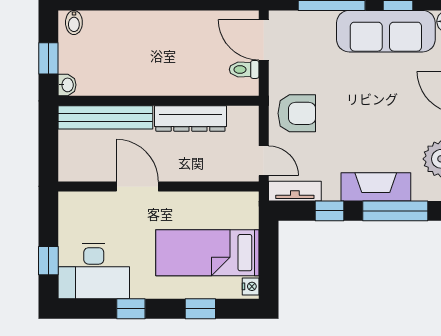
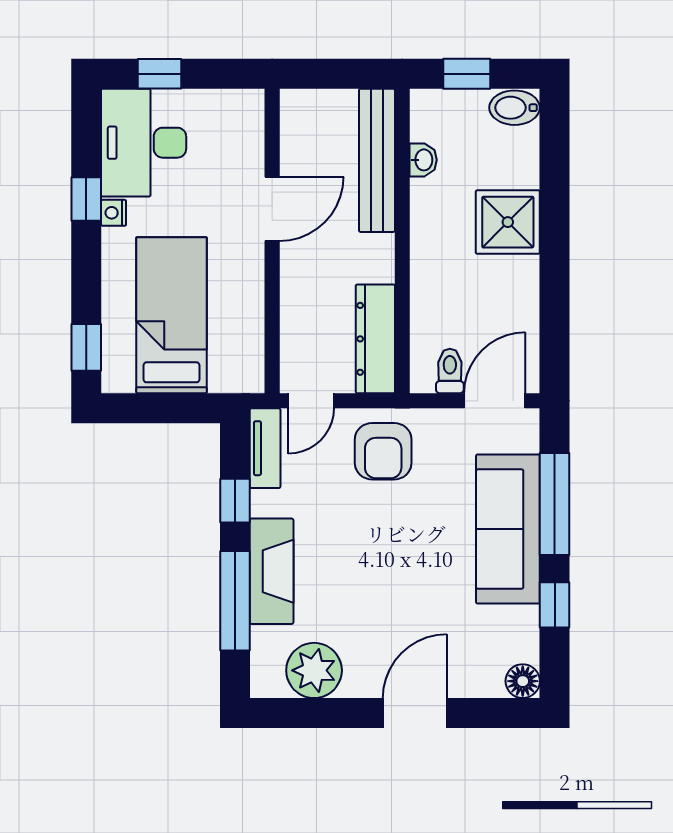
bidet: (74, 22) -> (515, 108), width x1.38, depth x1.36
shower: (146, 31) -> (508, 222), added
sofa: (386, 31) -> (508, 529), moved
washbasin: (67, 85) -> (423, 160), moved, turned -90
dresser: (190, 119) -> (375, 339), moved
nightstand: (251, 286) -> (114, 213), moved, turned 90
window: (200, 309) -> (86, 347), moved

